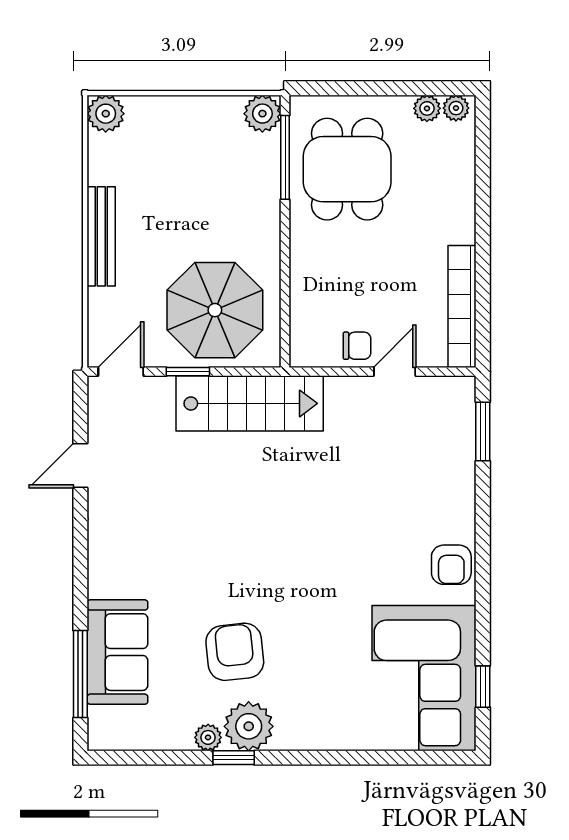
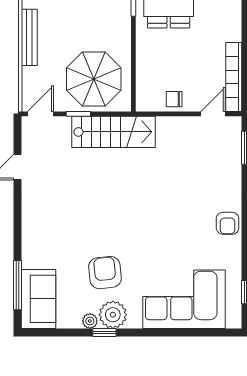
chair: (357, 346) -> (174, 99), turned 180
door: (395, 372) -> (213, 114), moved
sofa: (117, 652) -> (39, 299), moved
corner sofa: (424, 678) -> (184, 299), moved, turned 90

